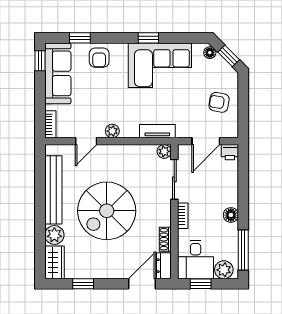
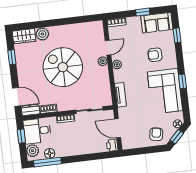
armchair: (99, 58) -> (155, 55), moved
window: (40, 61) -> (143, 12), moved
sofa: (58, 73) -> (157, 23), width x0.73
armchair: (219, 102) -> (156, 134), moved
door: (86, 141) -> (108, 48), swing flipped
plant: (164, 151) -> (103, 61), moved
bench: (53, 190) -> (73, 30), removed
floor lamp: (231, 215) -> (50, 153), moved

